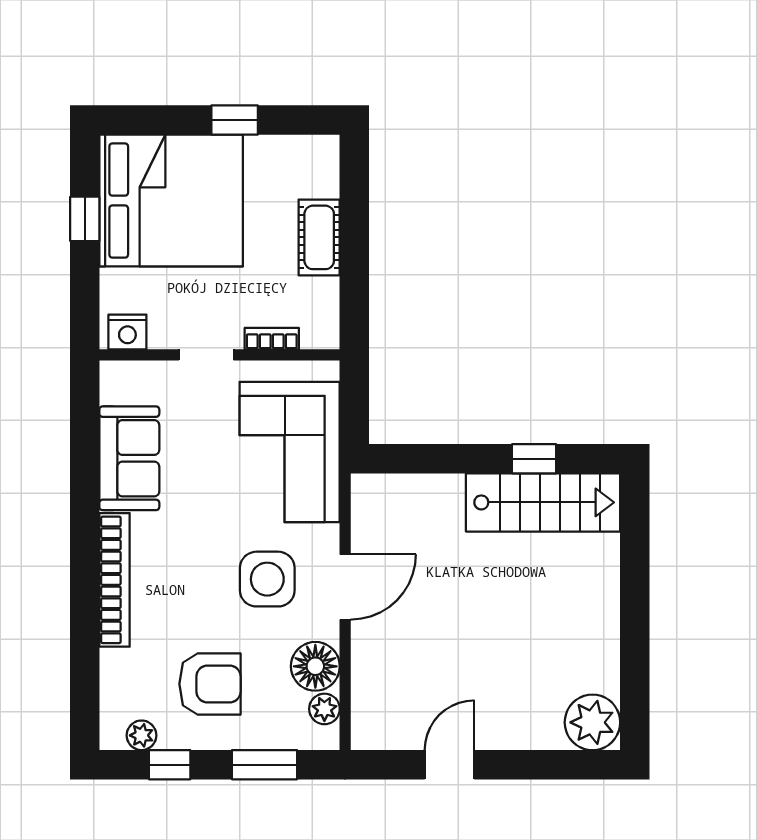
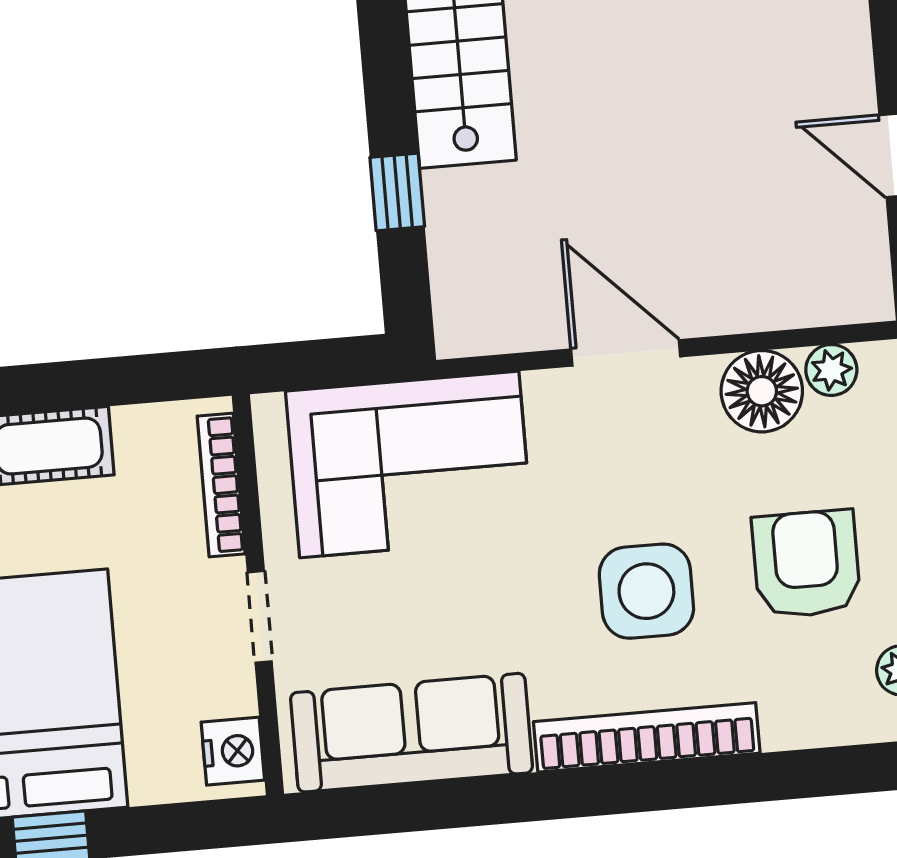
bookcase: (272, 339) -> (221, 485), width x1.56
sofa: (129, 458) -> (411, 733), width x1.36
window: (534, 459) -> (397, 192), moved
side table: (267, 579) -> (646, 591), moved

